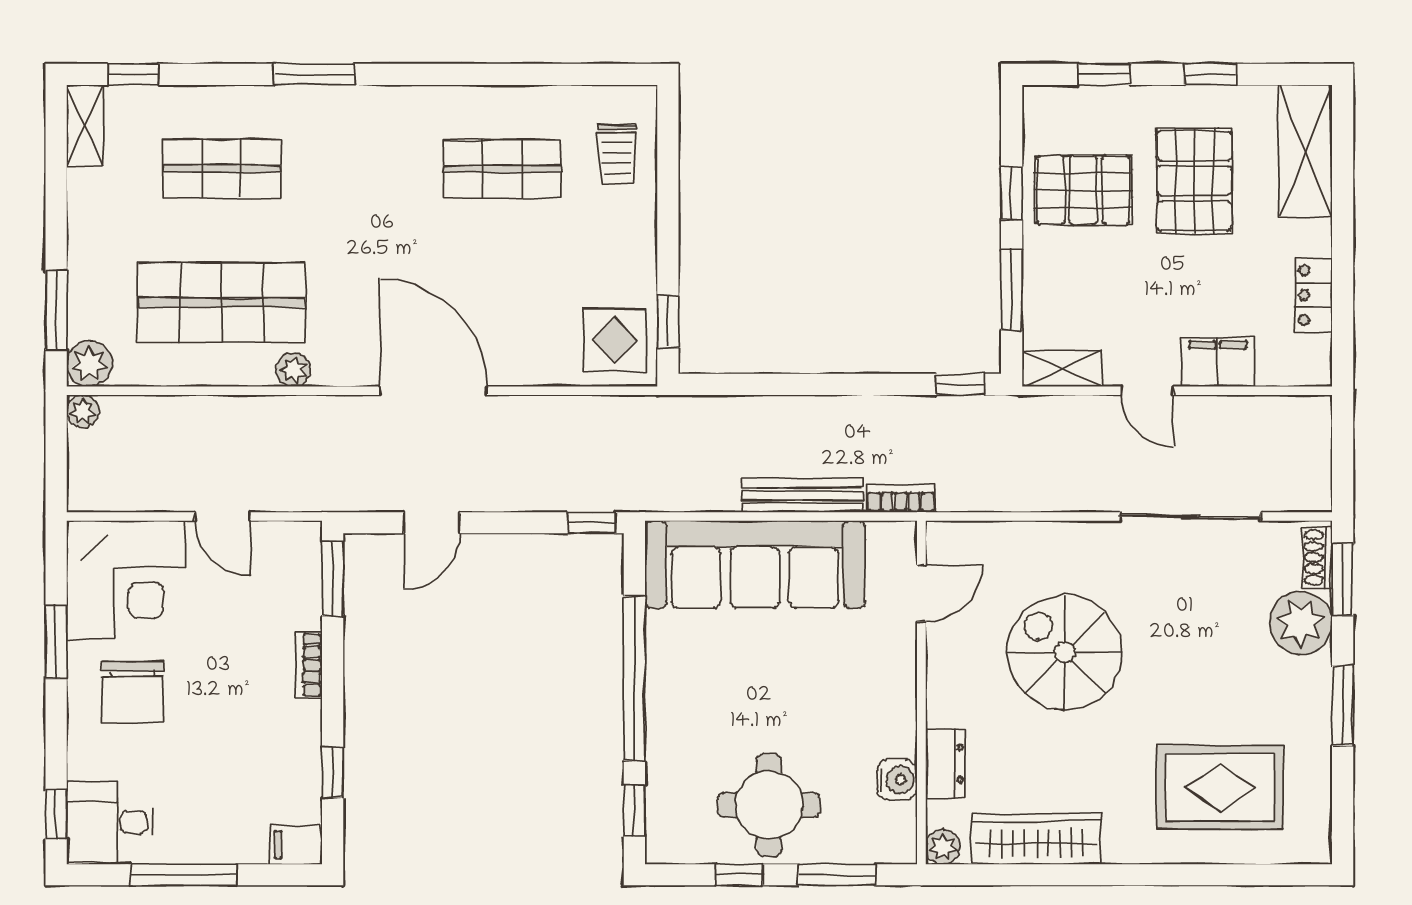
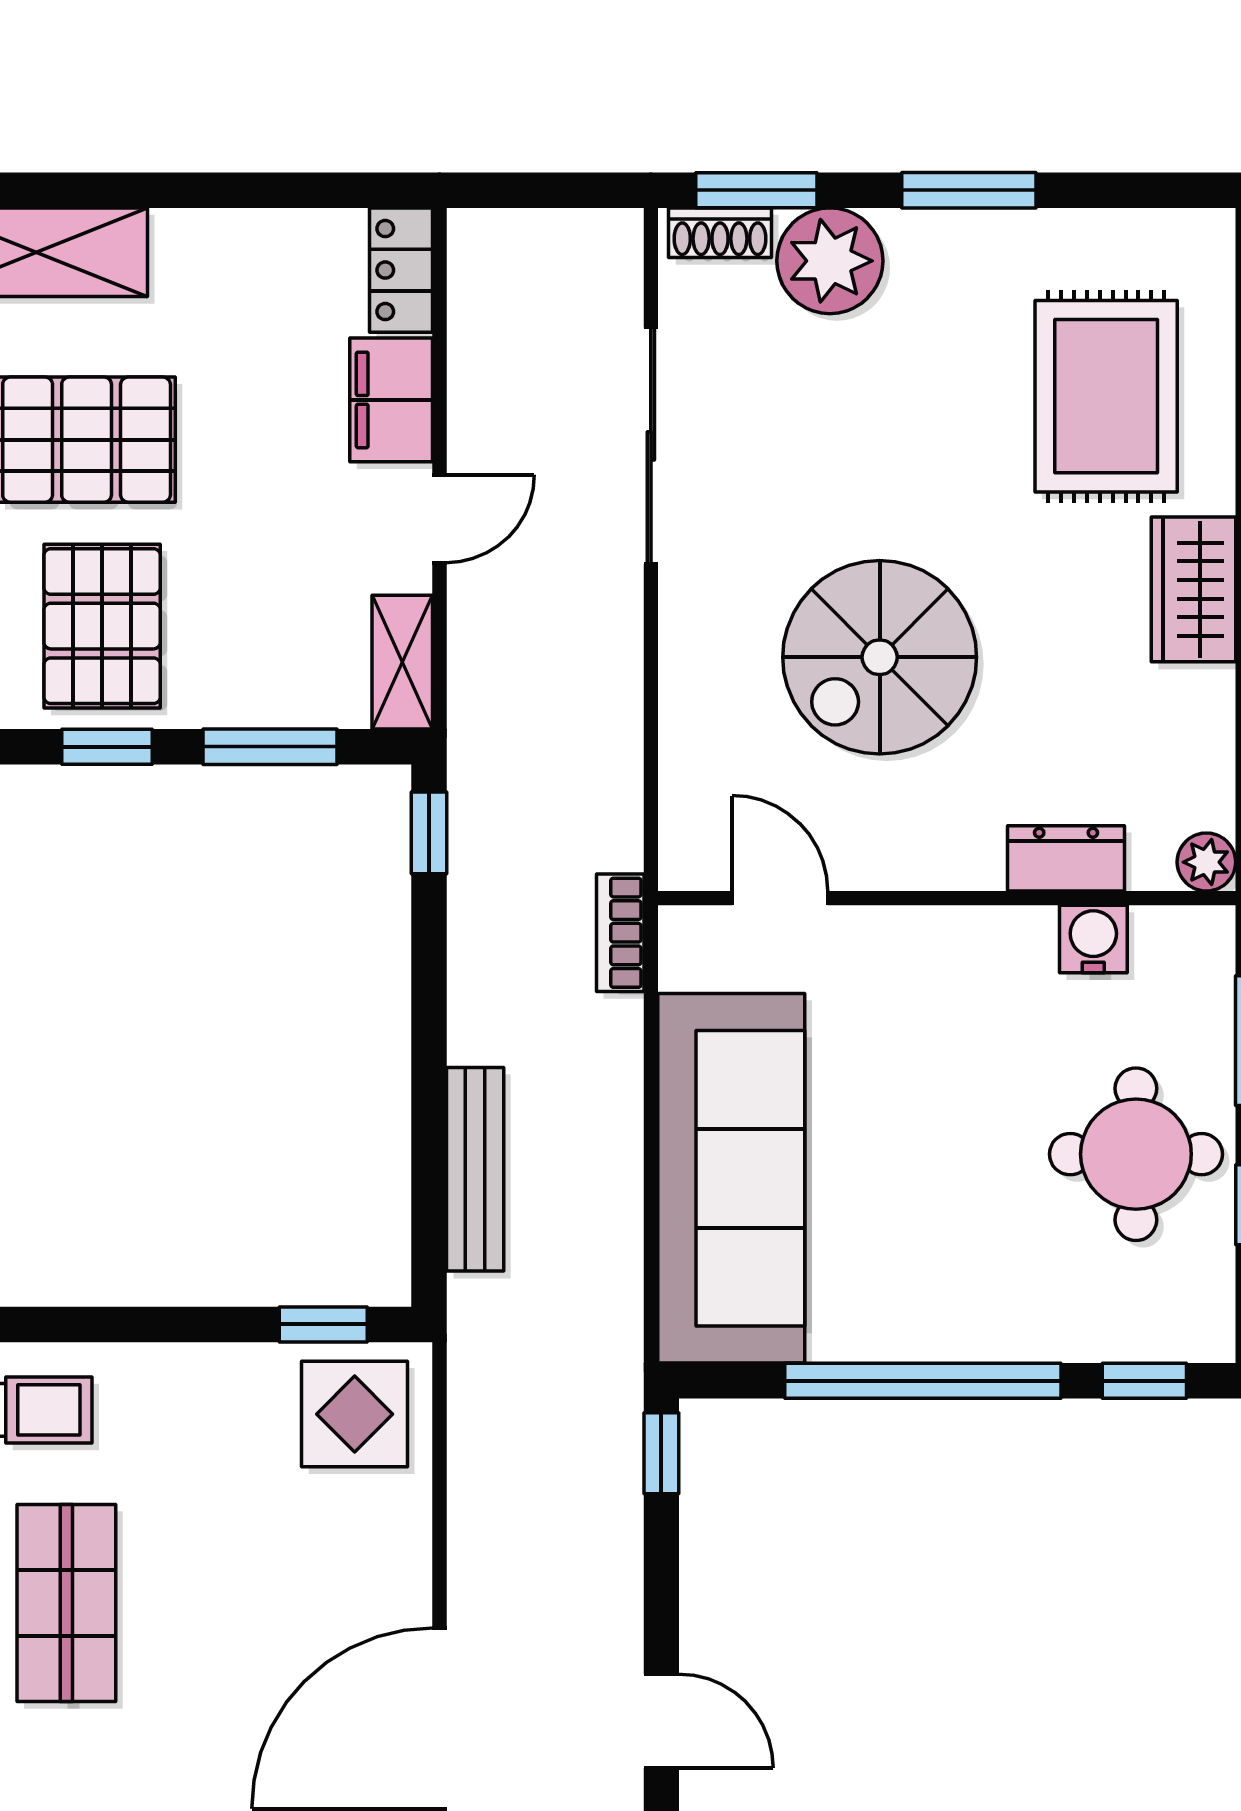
locker: (1313, 295) -> (401, 270), moved, turned 90
bench: (802, 495) -> (475, 1169), moved
wardrobe: (1036, 839) -> (1193, 589), moved, width x0.67

